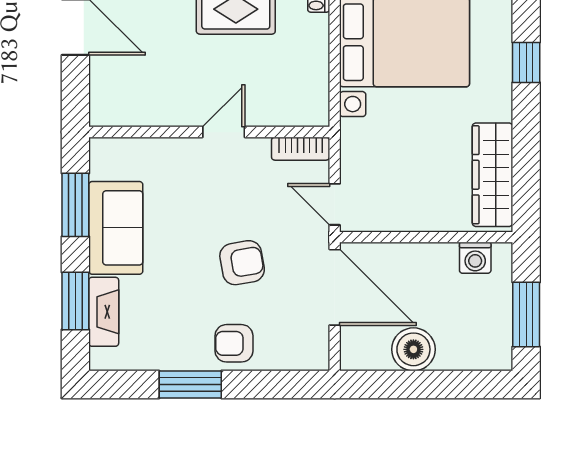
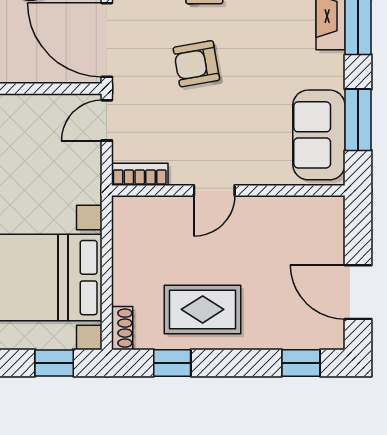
door: (335, 204) -> (107, 120), swing flipped
sofa: (116, 228) -> (319, 135), moved

